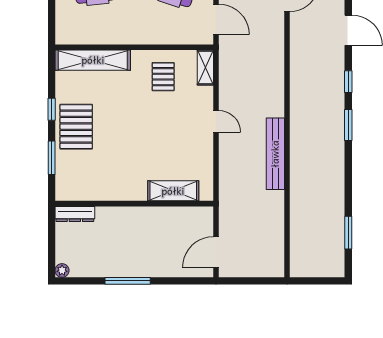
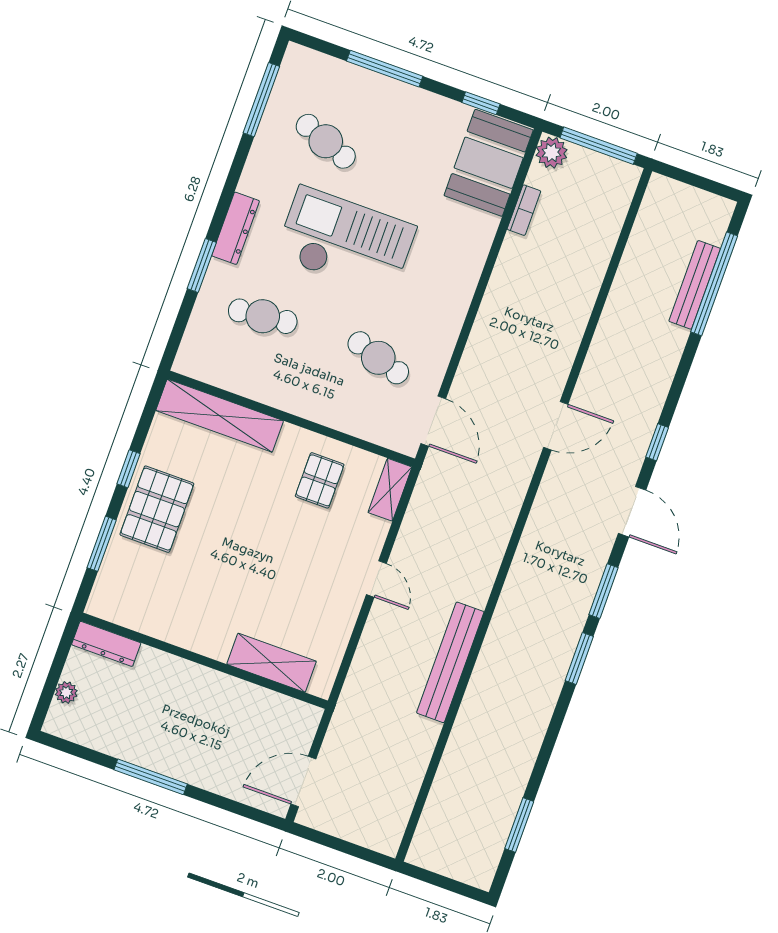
window: (348, 82) -> (603, 591), width x1.50
plant: (62, 270) -> (66, 693), moved

